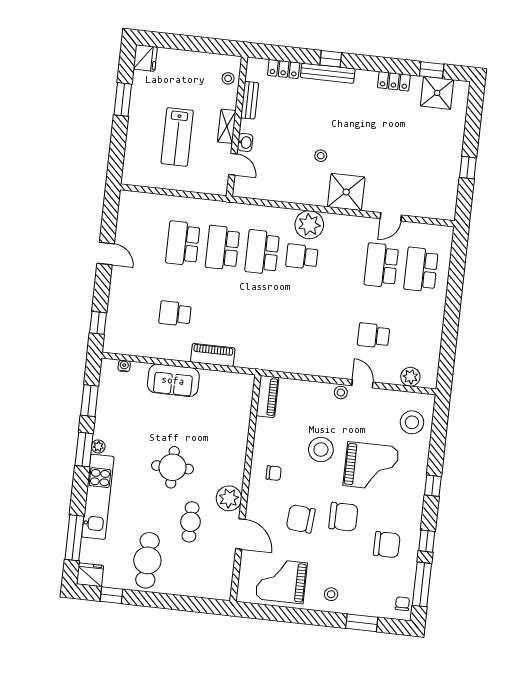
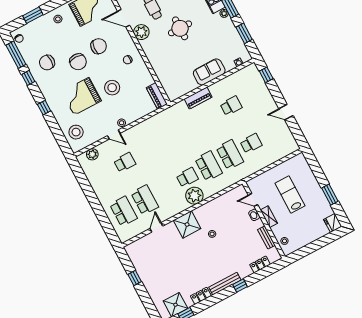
bench: (328, 73) -> (225, 284), moved
school desk: (183, 243) -> (251, 143), width x0.54
chair: (343, 517) -> (78, 62), turned -90

